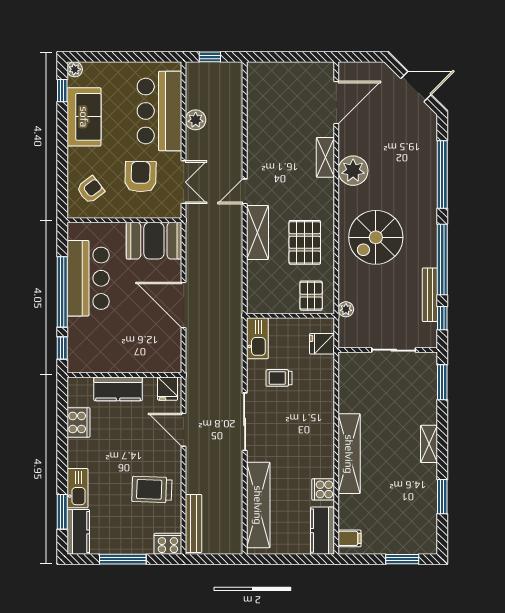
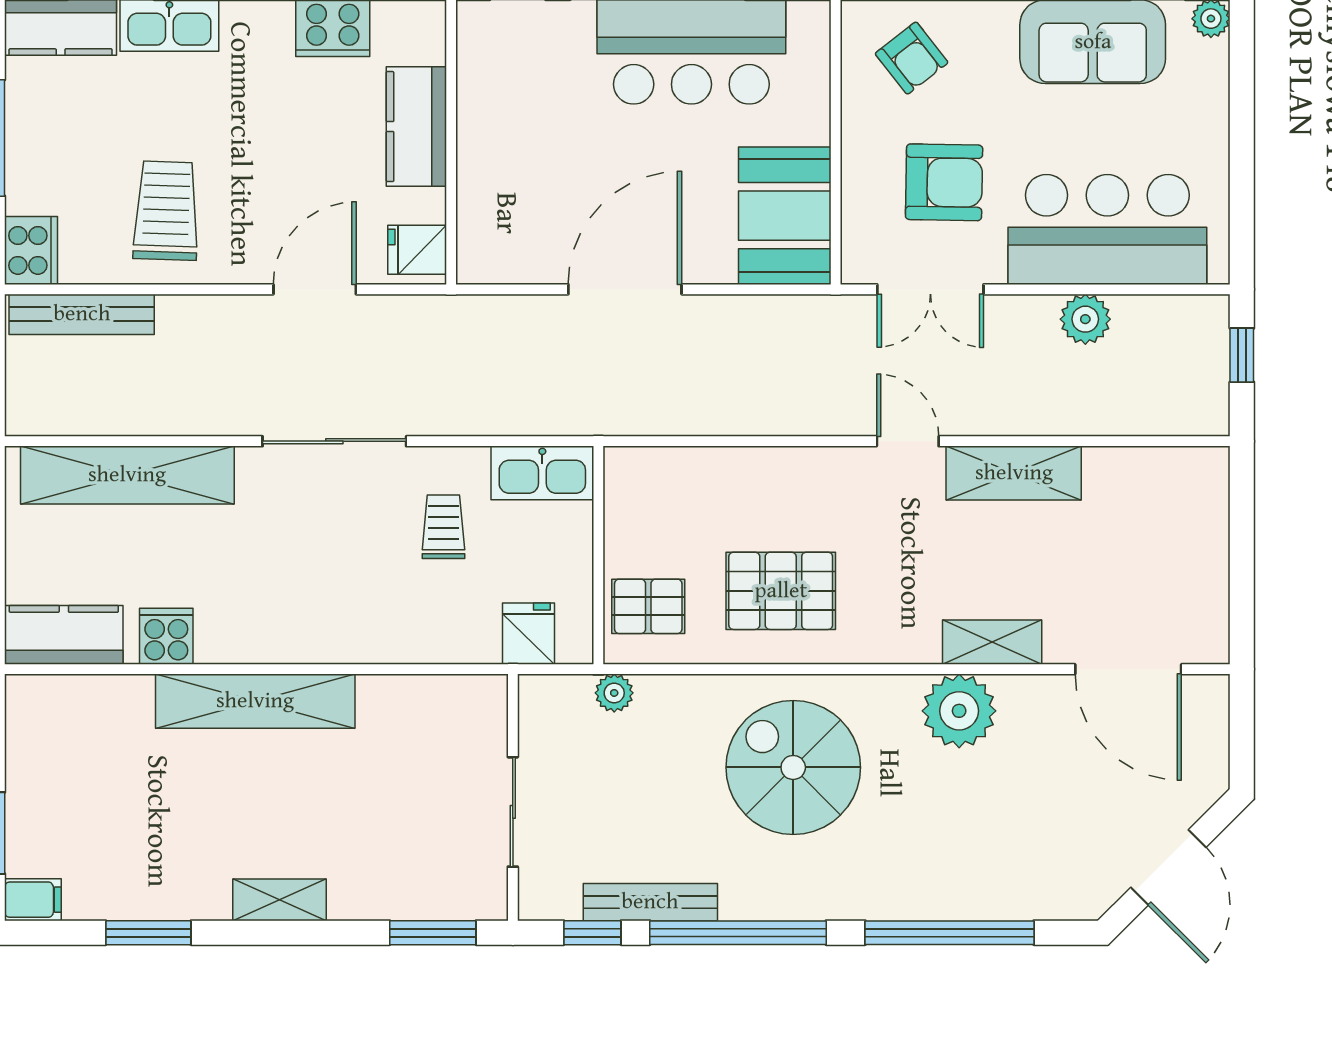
shelving: (257, 233) -> (1014, 473), moved
filing cabinet: (350, 538) -> (33, 900), moved, turned -90

